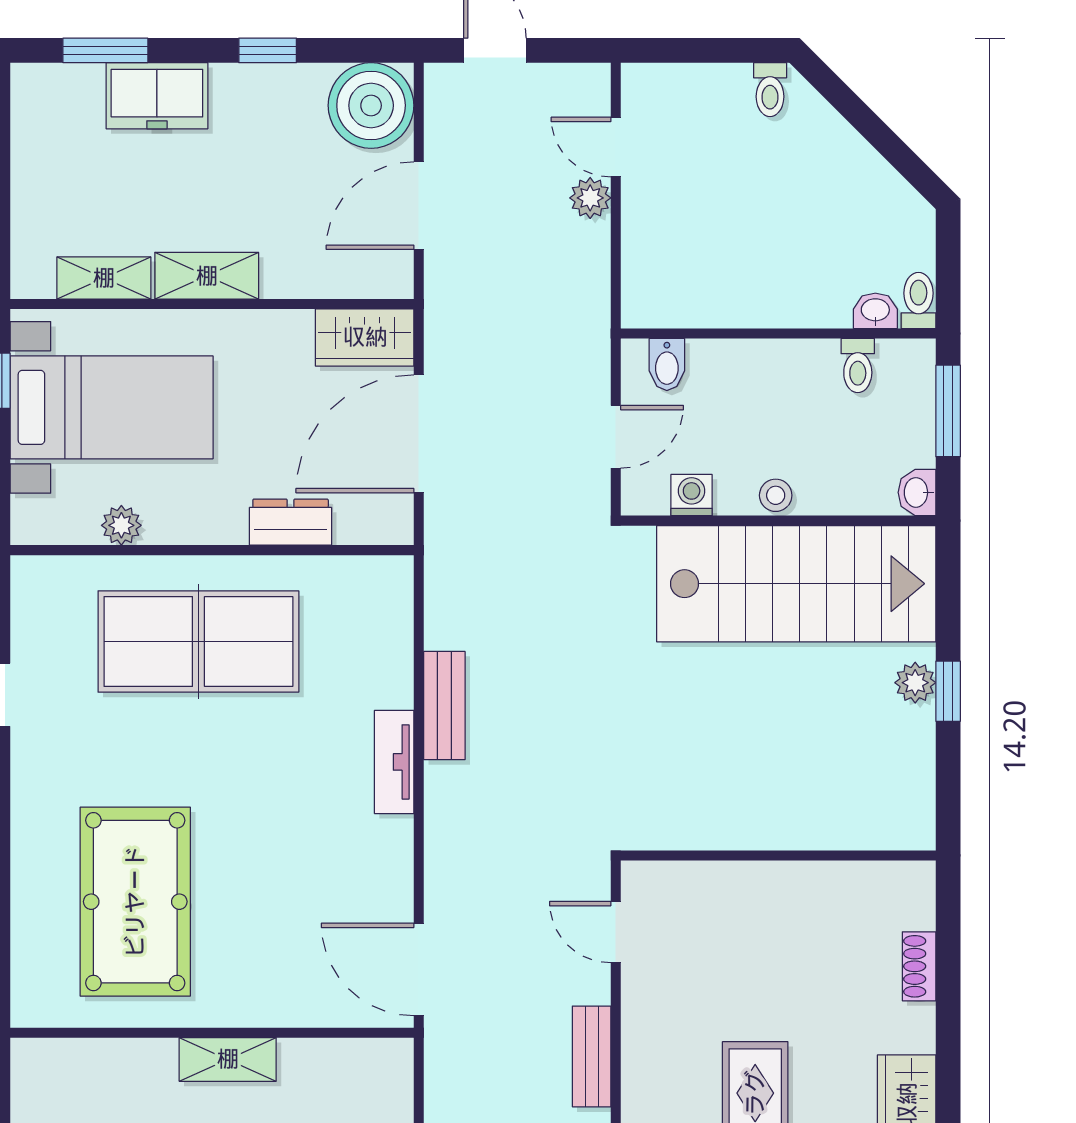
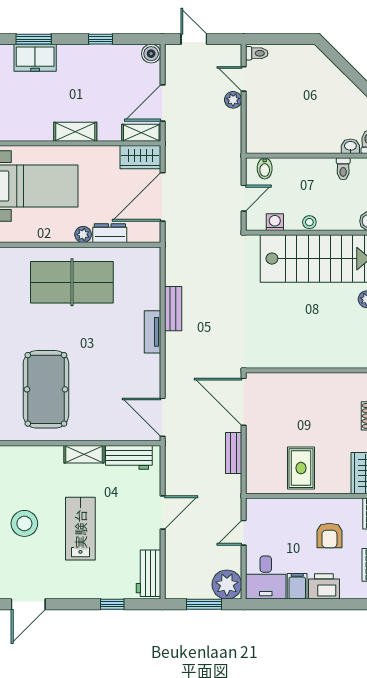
toilet: (770, 90) -> (257, 53), moved, turned -90
freezer: (157, 96) -> (35, 58), moved
boiler: (371, 105) -> (151, 54), width x0.54, depth x0.54
shelving: (104, 278) -> (141, 133), moved
plant: (121, 525) -> (83, 234), moved
door: (616, 932) -> (244, 402), width x1.88
workbench: (337, 1067) -> (129, 457), added

